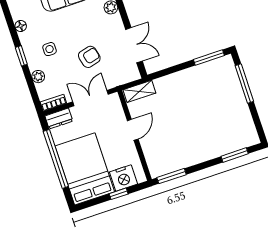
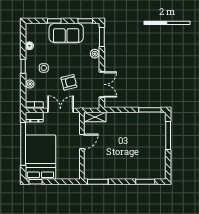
nightstand: (123, 178) -> (65, 172), removed
window: (119, 194) -> (36, 182), moved

